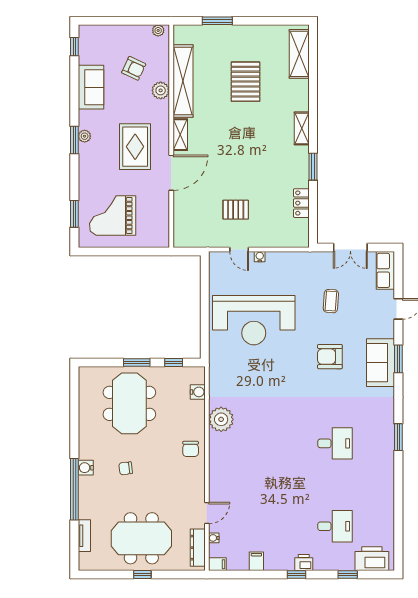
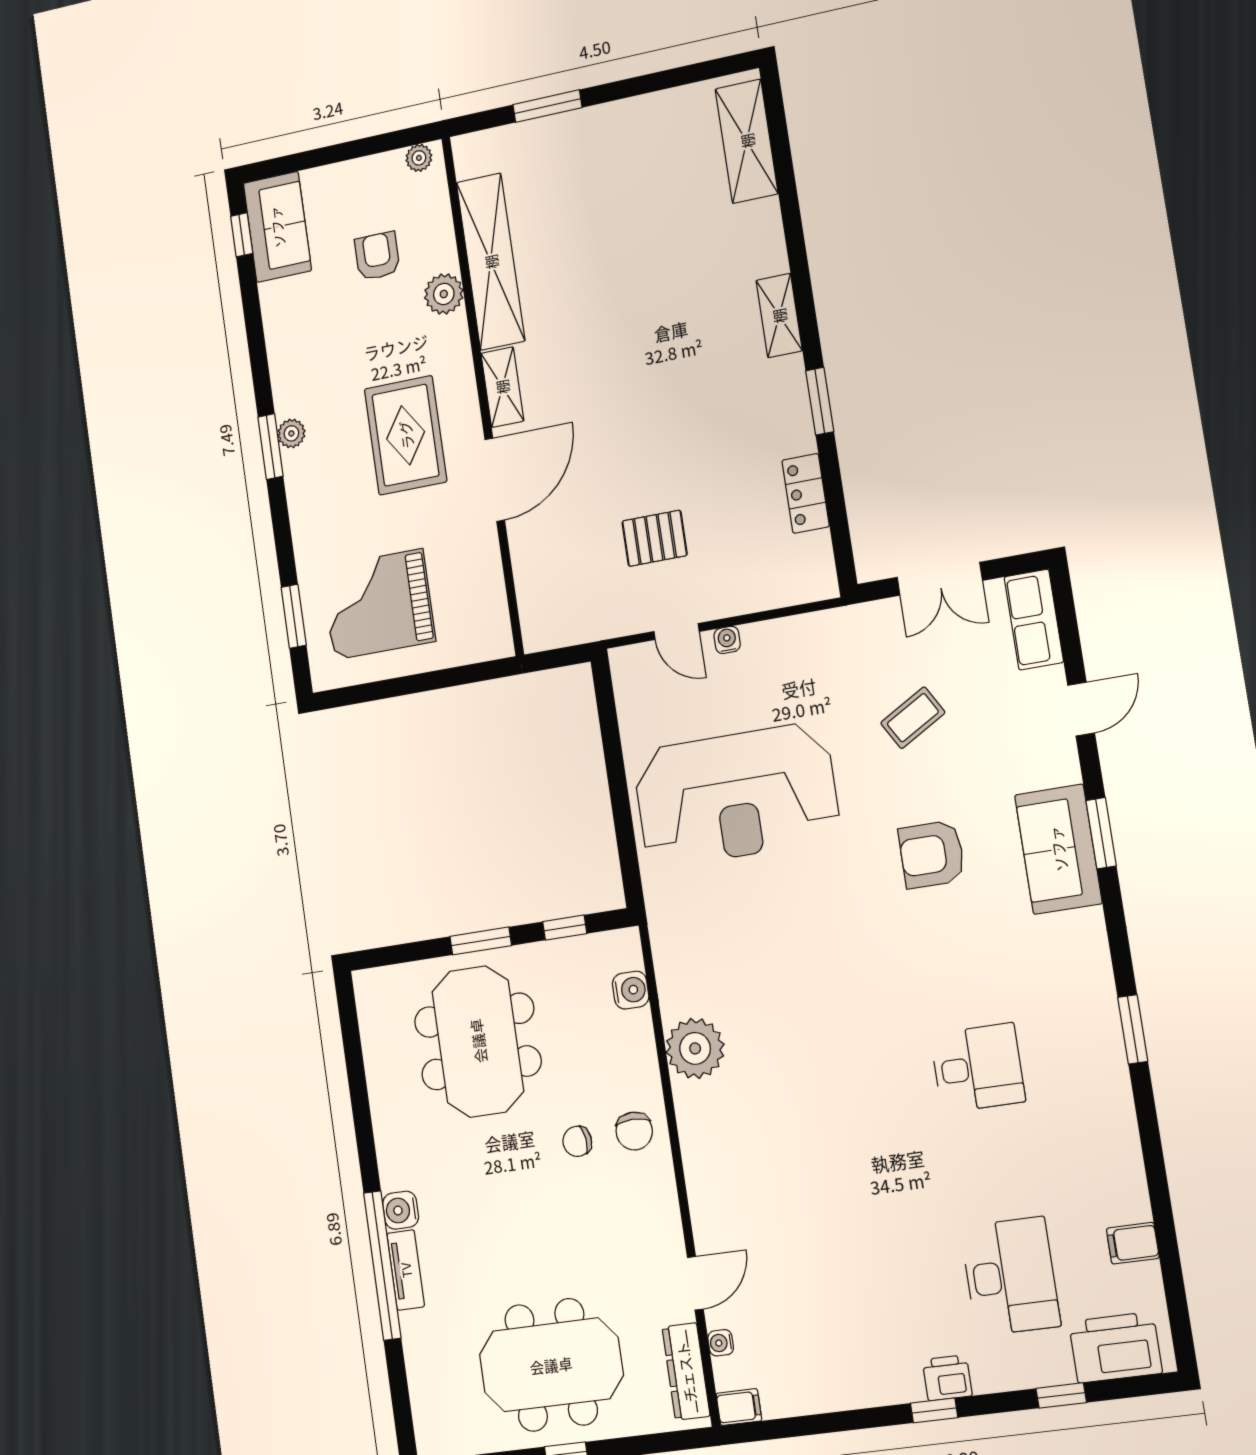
armchair: (134, 68) -> (377, 256), turned -115
pallet: (246, 82) -> (633, 233), removed
sofa: (91, 87) -> (277, 227), moved
coffee table: (331, 301) -> (913, 718), turned 56
chair: (126, 468) -> (577, 1141), moved
desk: (335, 526) -> (1010, 1276), width x1.37
tv unit: (84, 536) -> (406, 1270), moved
filing cabinet: (256, 561) -> (1133, 1243), moved, turned -90

